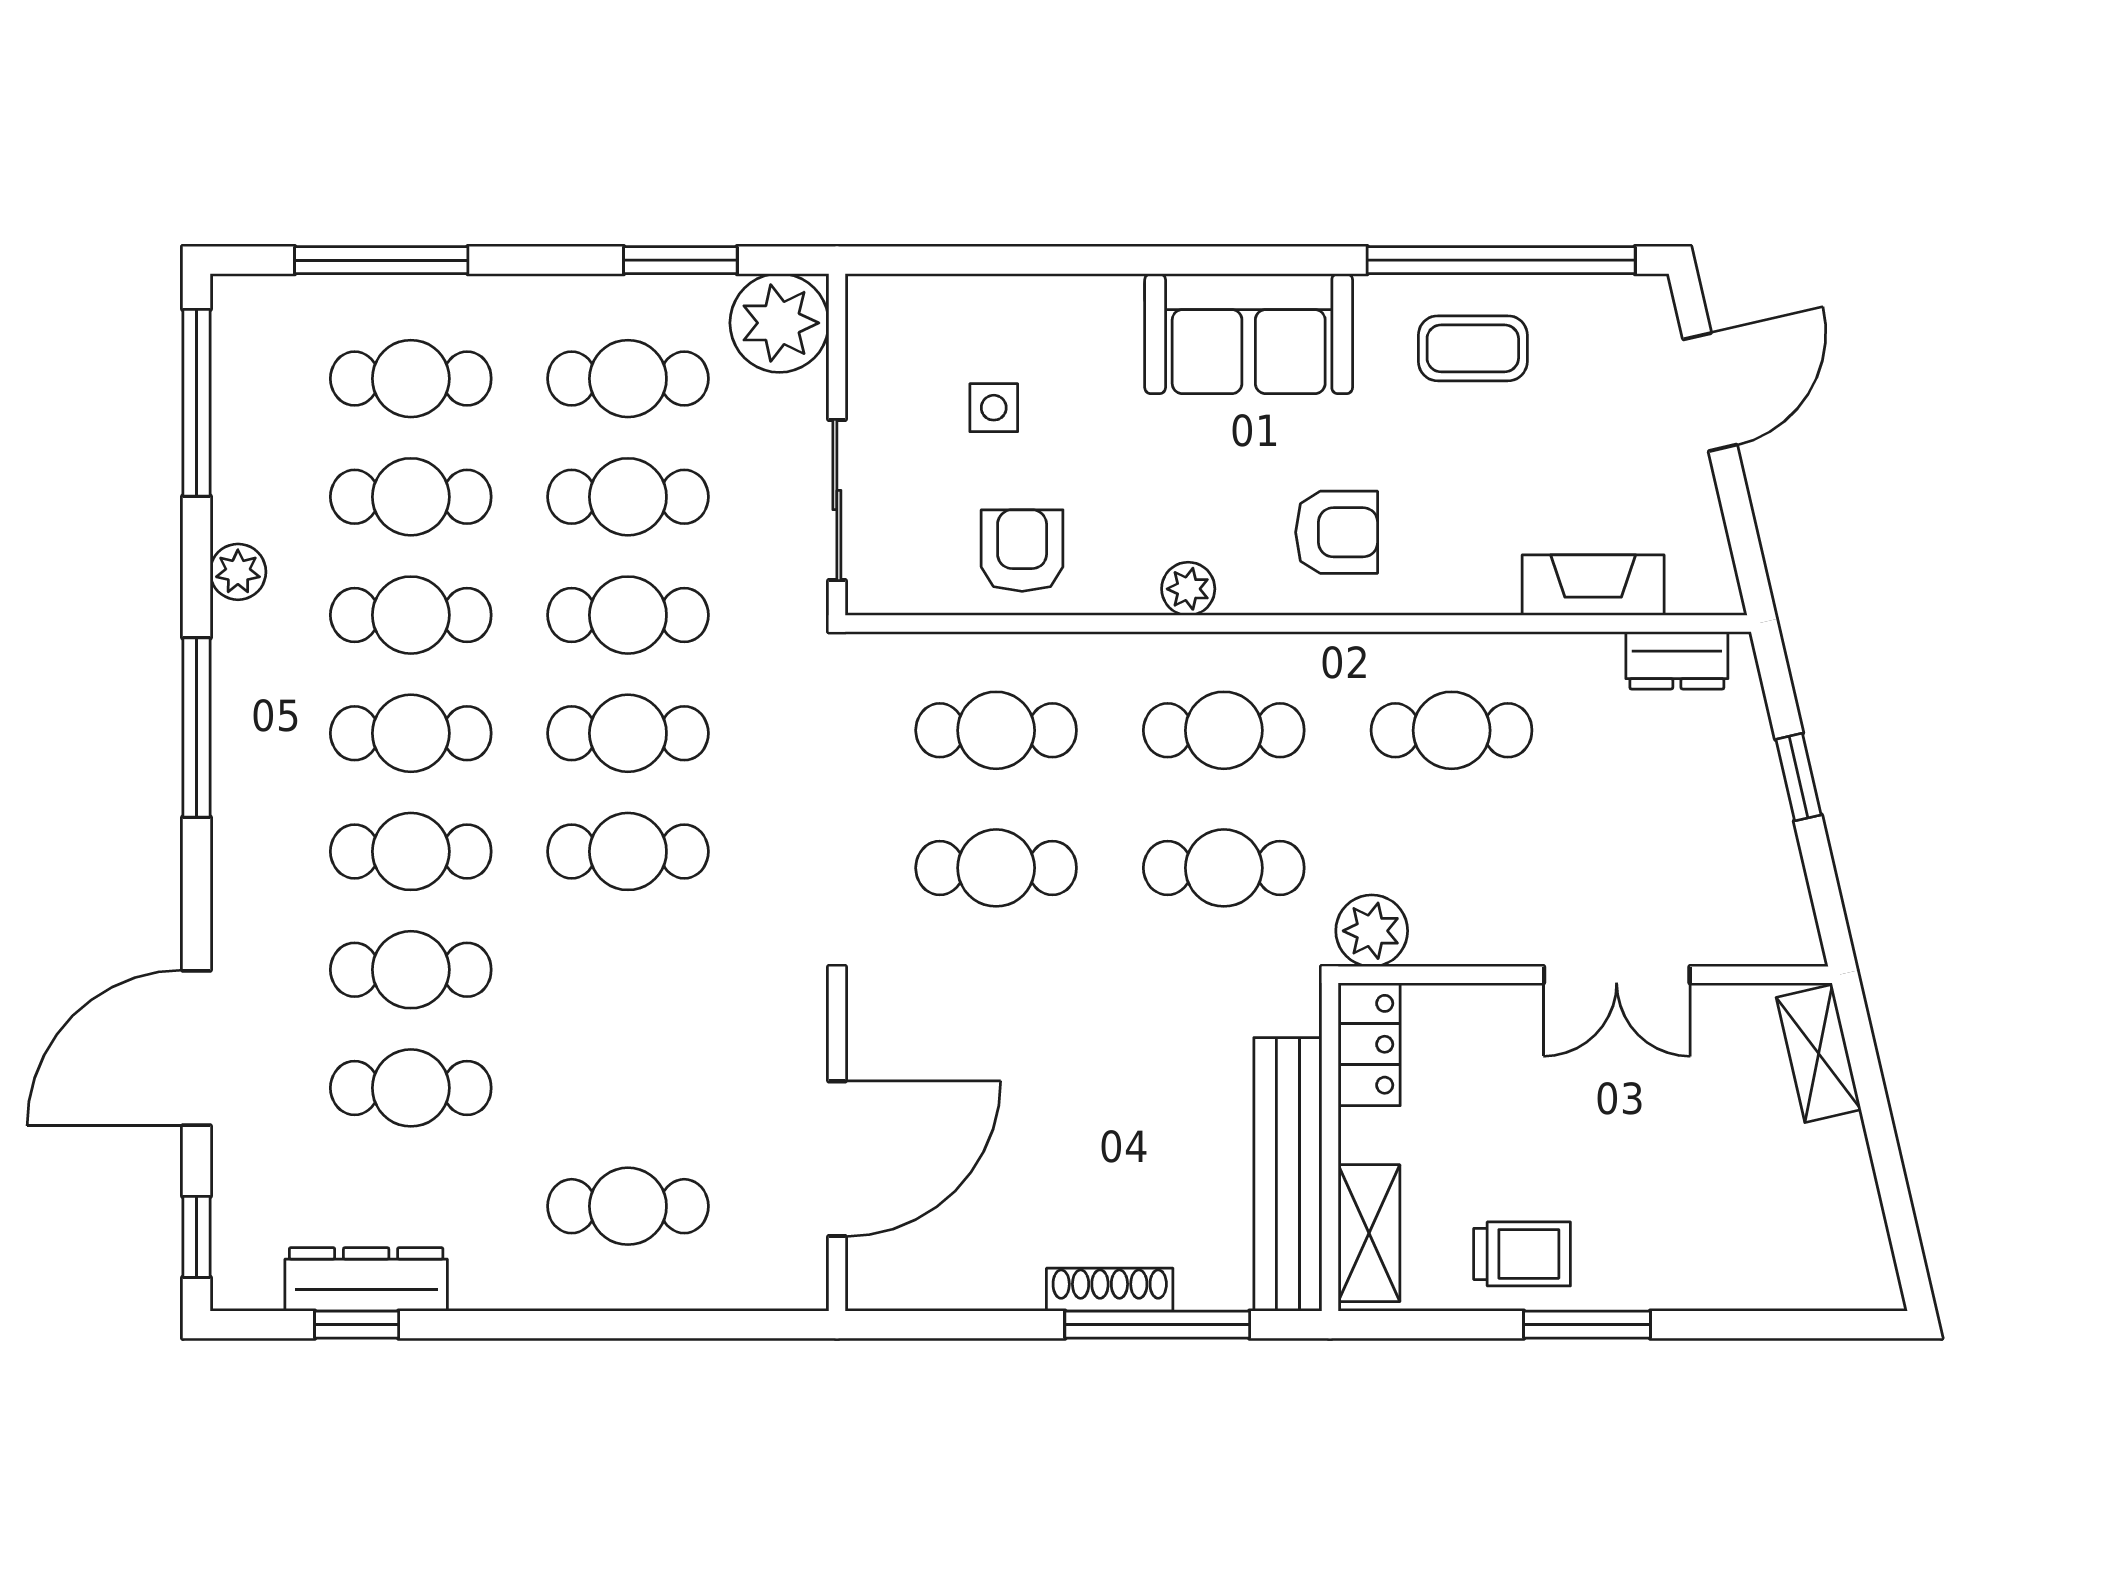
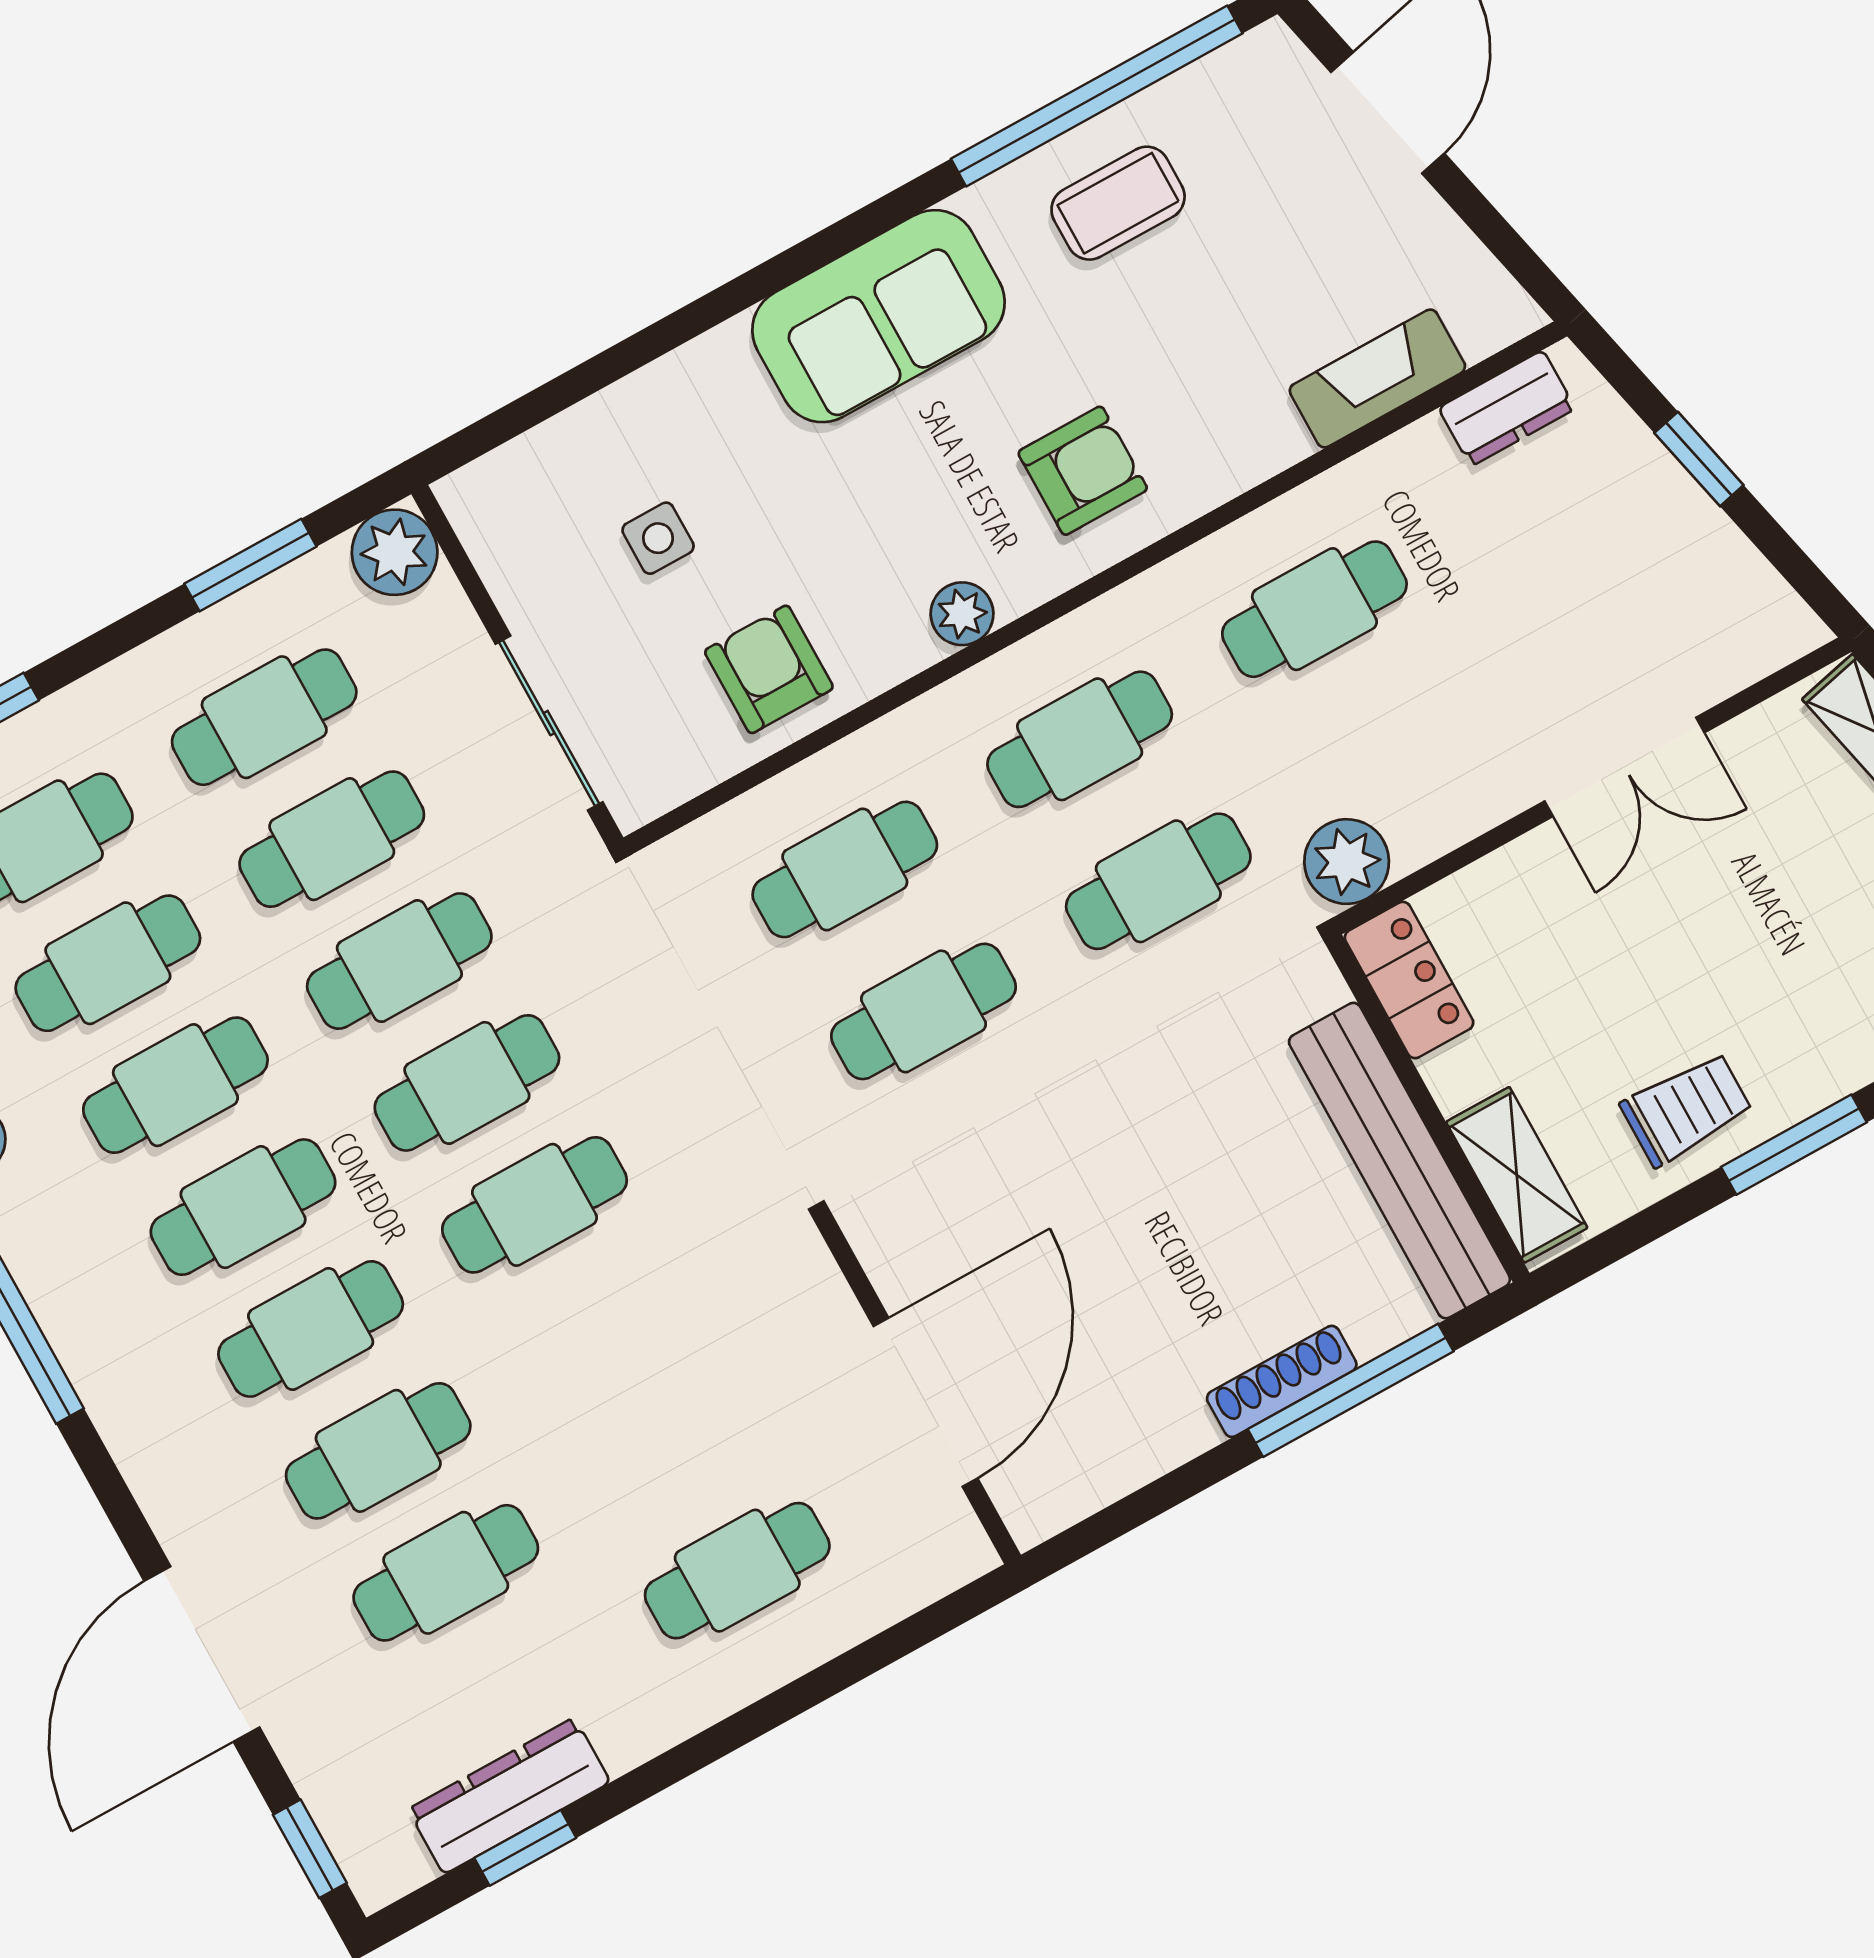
plant: (779, 323) -> (395, 552), width x0.73, depth x0.73

